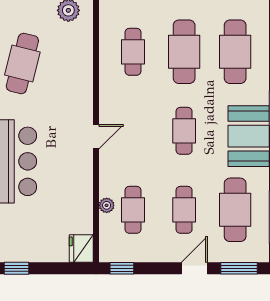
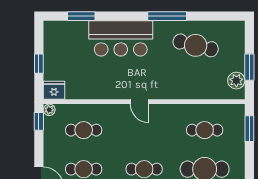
plant: (107, 205) -> (49, 110), moved
window: (16, 268) -> (39, 64), moved

